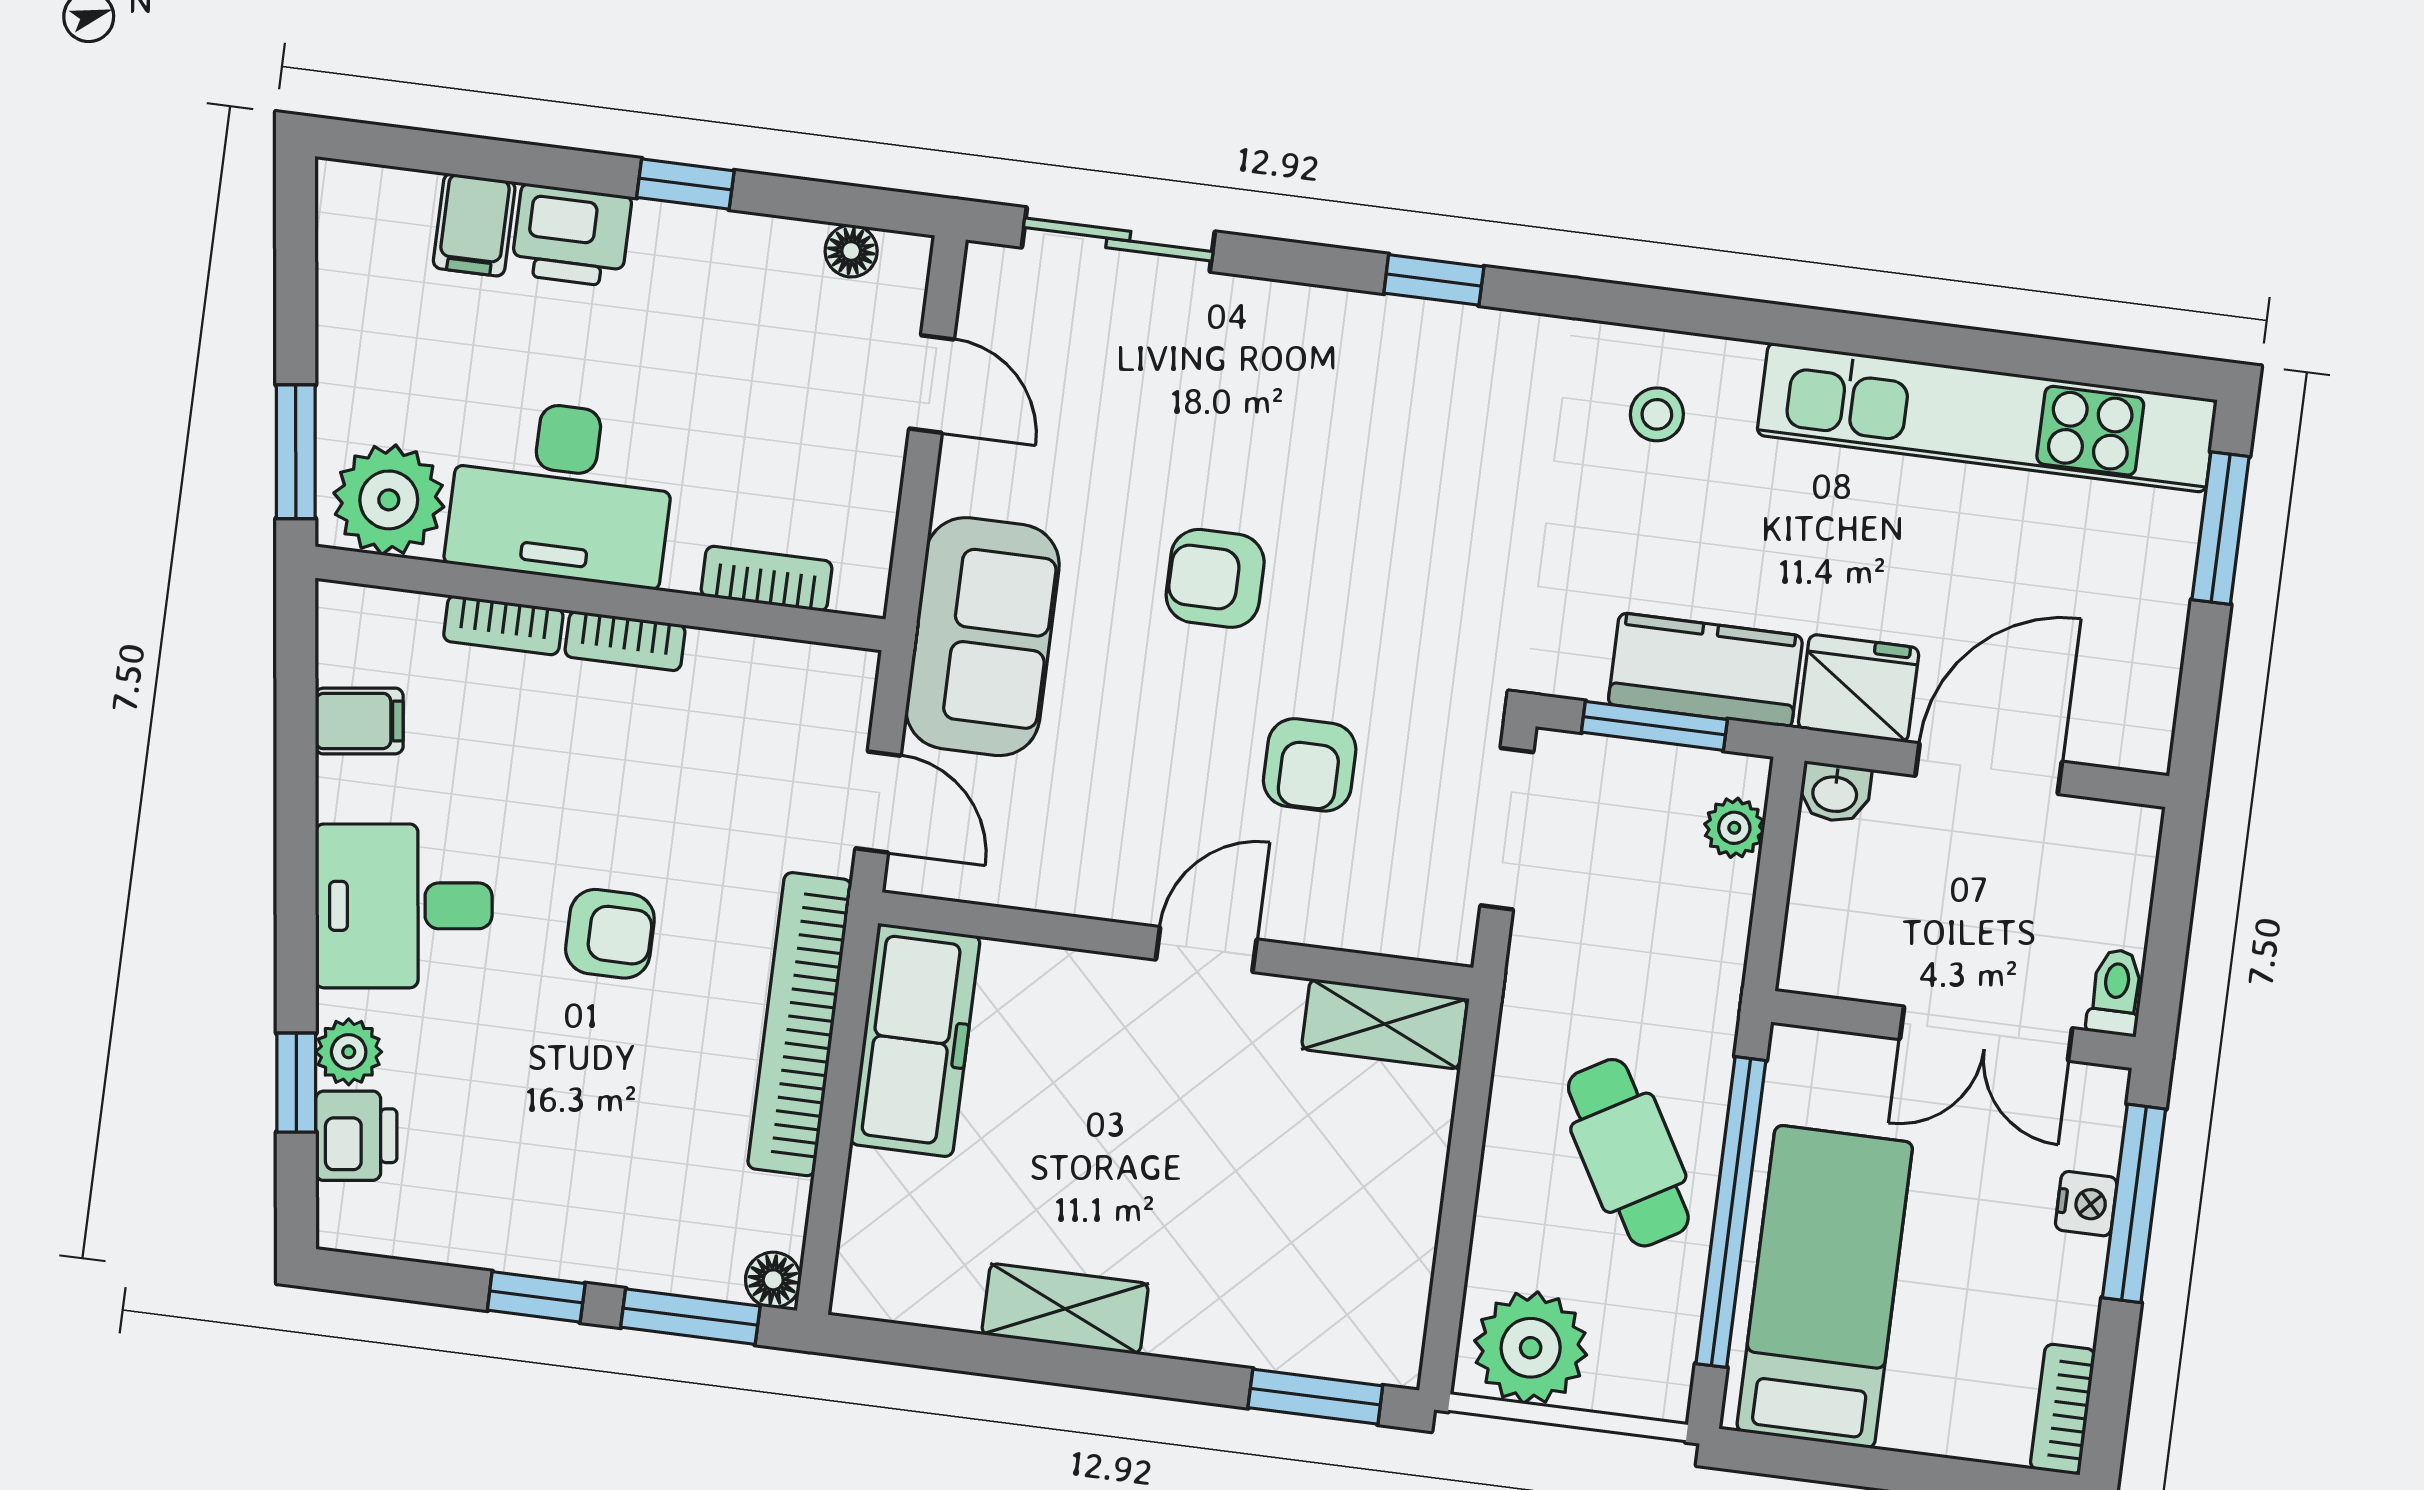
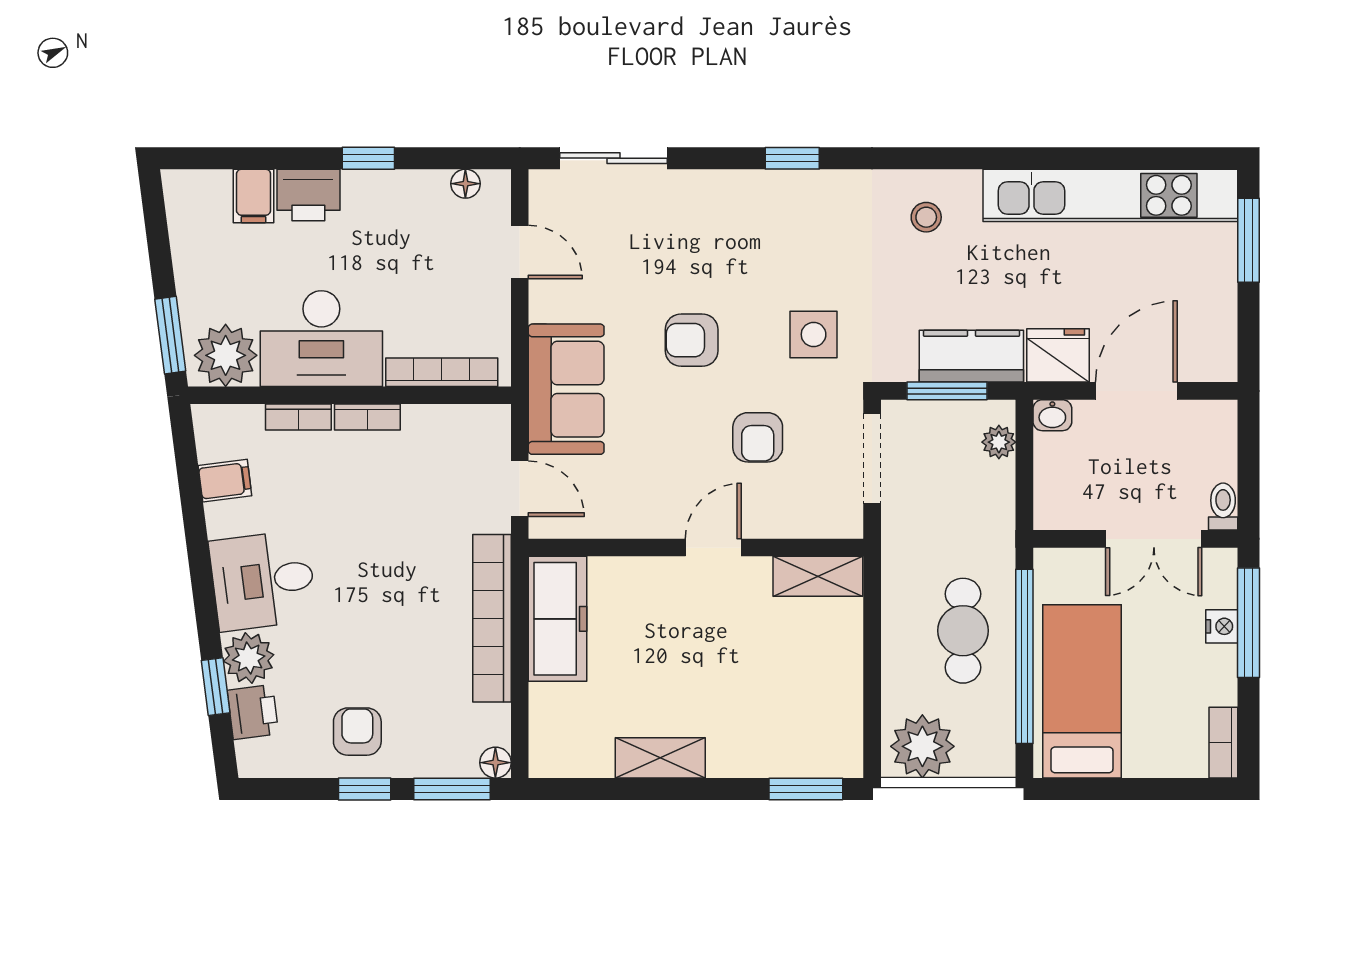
bookcase: (767, 579) -> (442, 372), width x1.56
side table: (1432, 596) -> (814, 334), added
armchair: (610, 934) -> (357, 732), moved, turned -90
plant: (349, 1052) -> (249, 658), width x1.38, depth x1.38
cafe table: (1628, 1153) -> (963, 631), turned 30

